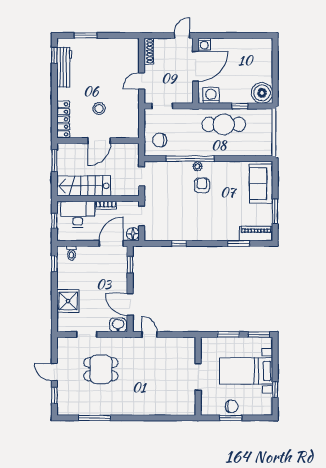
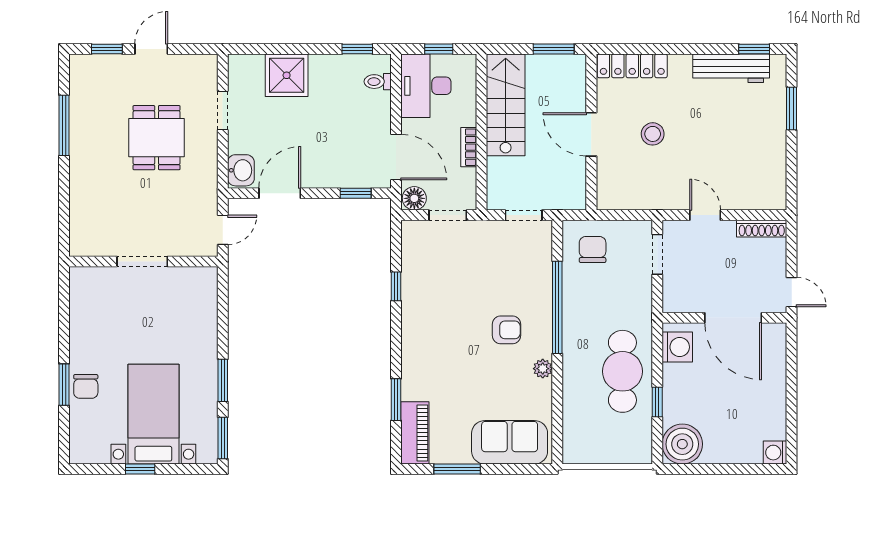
washing machine: (204, 44) -> (775, 453), moved
plant: (197, 166) -> (543, 369), moved
desk: (78, 214) -> (426, 86), moved, turned 180
wall: (198, 376) -> (143, 262), moved
doorway: (198, 377) -> (142, 262), moved
window: (275, 389) -> (140, 469), moved

